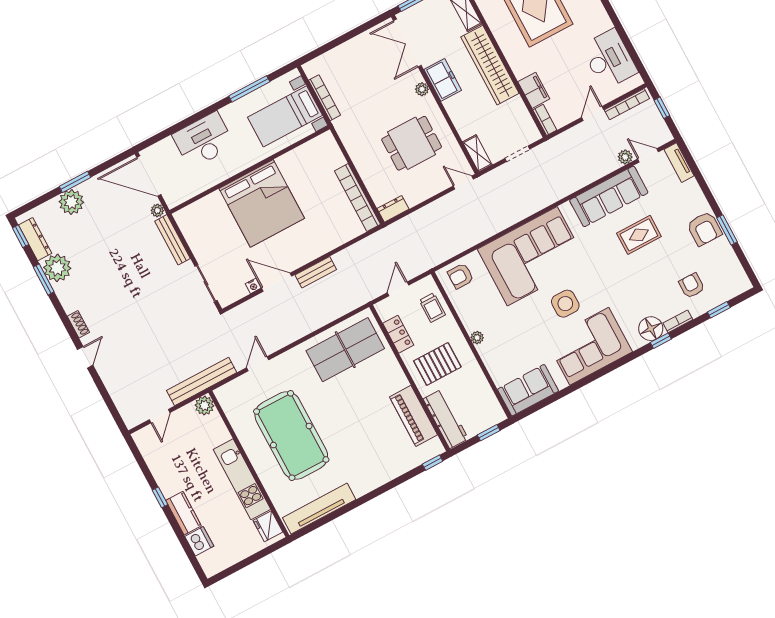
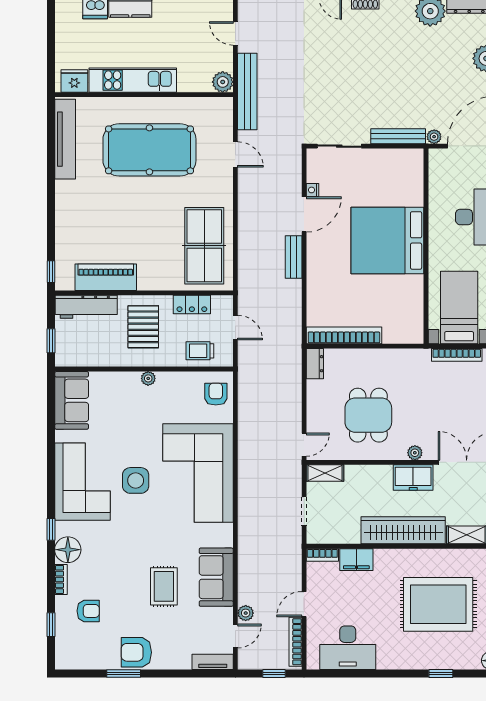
door: (593, 114) -> (304, 604), swing flipped
sofa: (609, 196) -> (216, 577), width x0.73
window: (661, 341) -> (51, 529), moved

